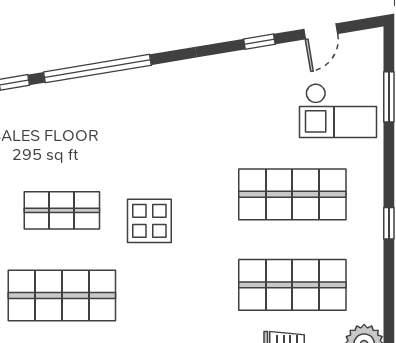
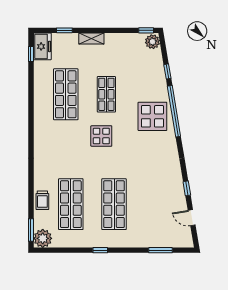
checkout: (338, 111) -> (154, 226), removed
display table: (108, 114) -> (152, 116), added

